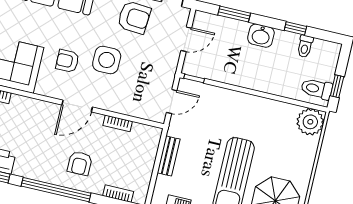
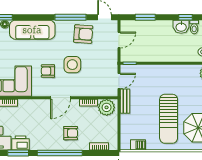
washbasin: (261, 36) -> (181, 27), moved
plant: (143, 137) -> (107, 107), added
bench: (169, 156) -> (125, 101), moved
armchair: (80, 163) -> (71, 133), turned -90

